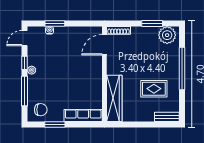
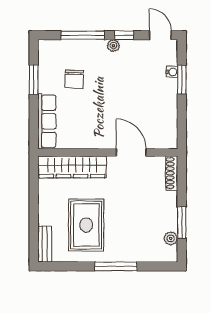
plant: (167, 35) -> (171, 238), width x0.53, depth x0.53
door: (104, 45) -> (131, 152), moved
window: (182, 68) -> (116, 266), width x0.68
rug: (154, 89) -> (86, 225), width x1.36, depth x1.43
chair: (41, 110) -> (74, 79), moved

